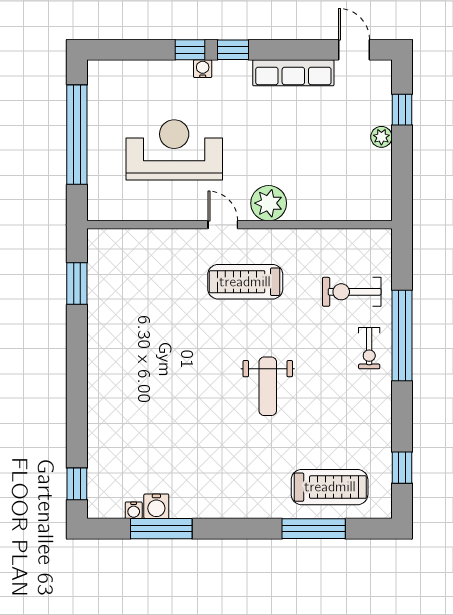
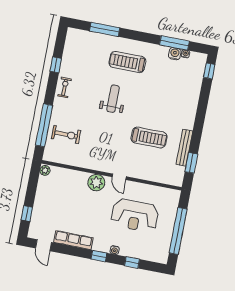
window: (190, 50) -> (132, 262), moved
plant: (381, 137) -> (45, 170), moved
treadmill: (245, 282) -> (149, 138), moved
bench: (98, 313) -> (184, 148), added
window: (402, 336) -> (44, 125), moved
exercise bike: (369, 348) -> (65, 87), moved
window: (402, 468) -> (56, 65), moved
treadmill: (330, 487) -> (127, 62), moved

